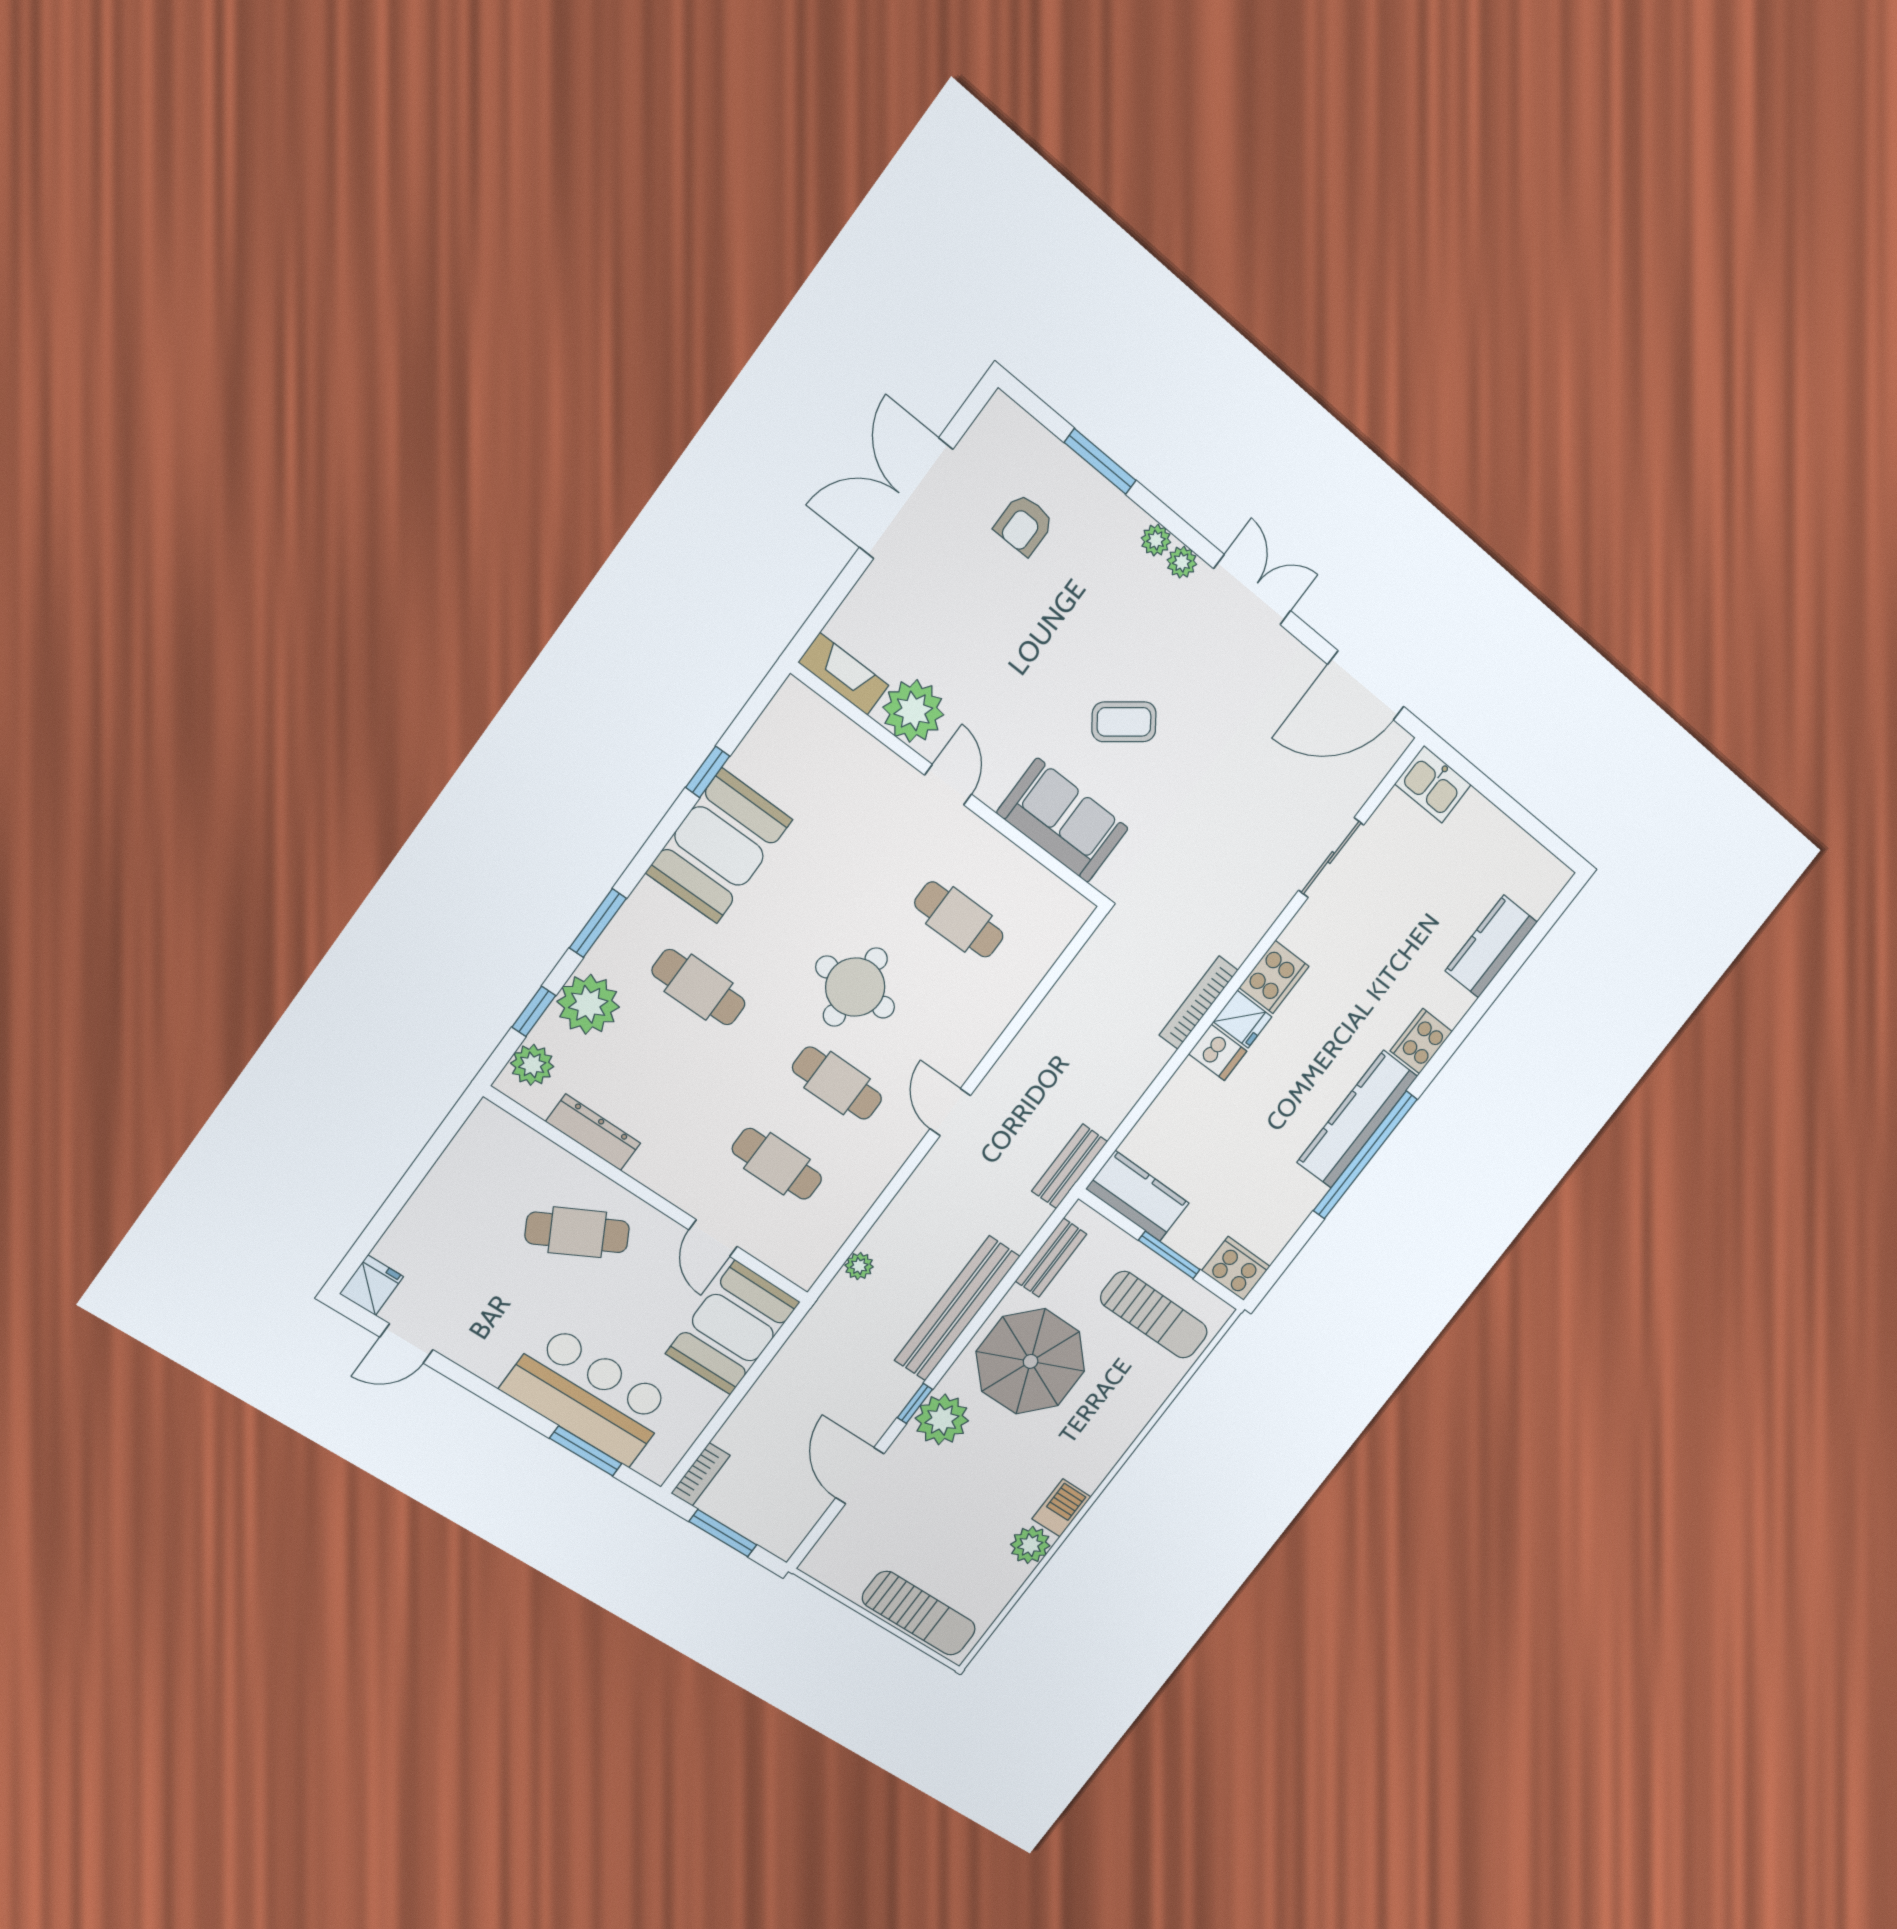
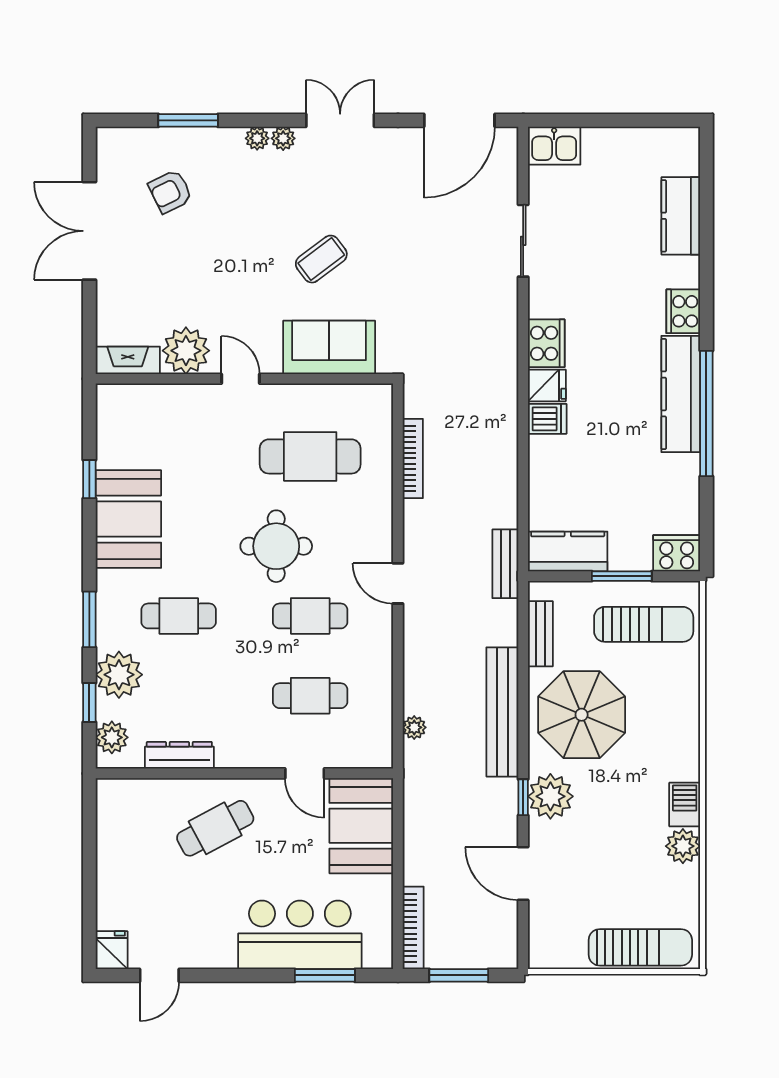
armchair: (1024, 525) -> (170, 191), turned 64
cafe table: (959, 920) -> (310, 456), width x1.37, depth x1.35
bookcase: (1199, 1003) -> (413, 458), moved, turned 180
bookcase: (701, 1474) -> (413, 928), width x1.56

